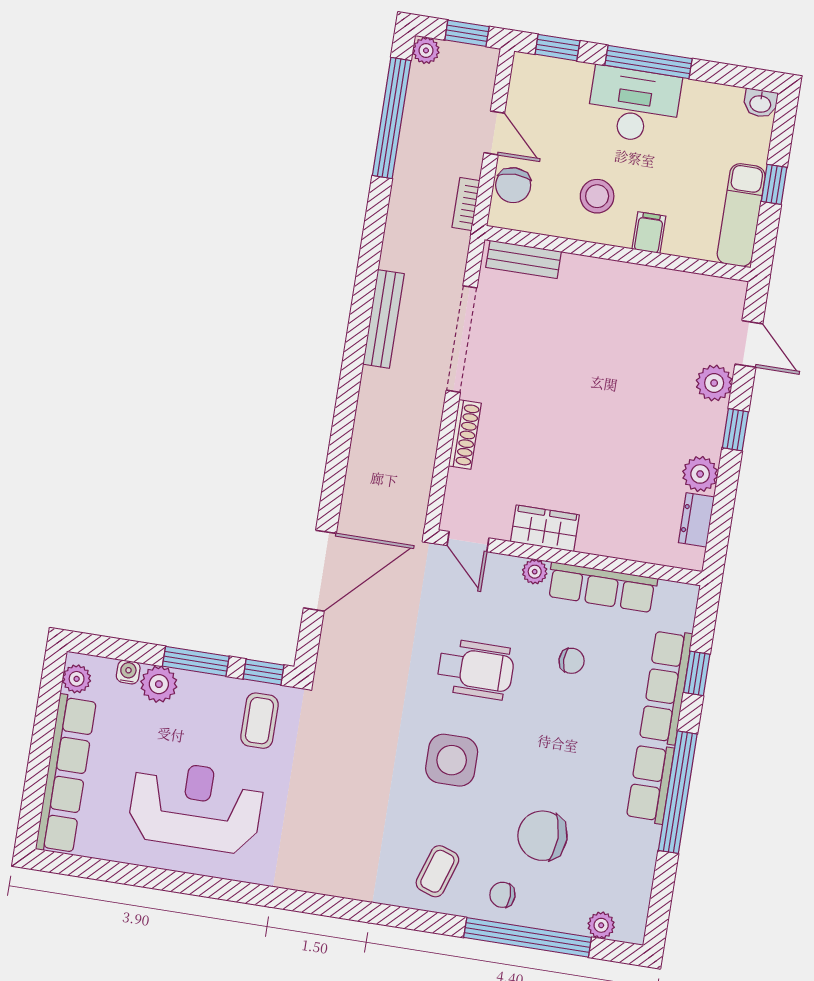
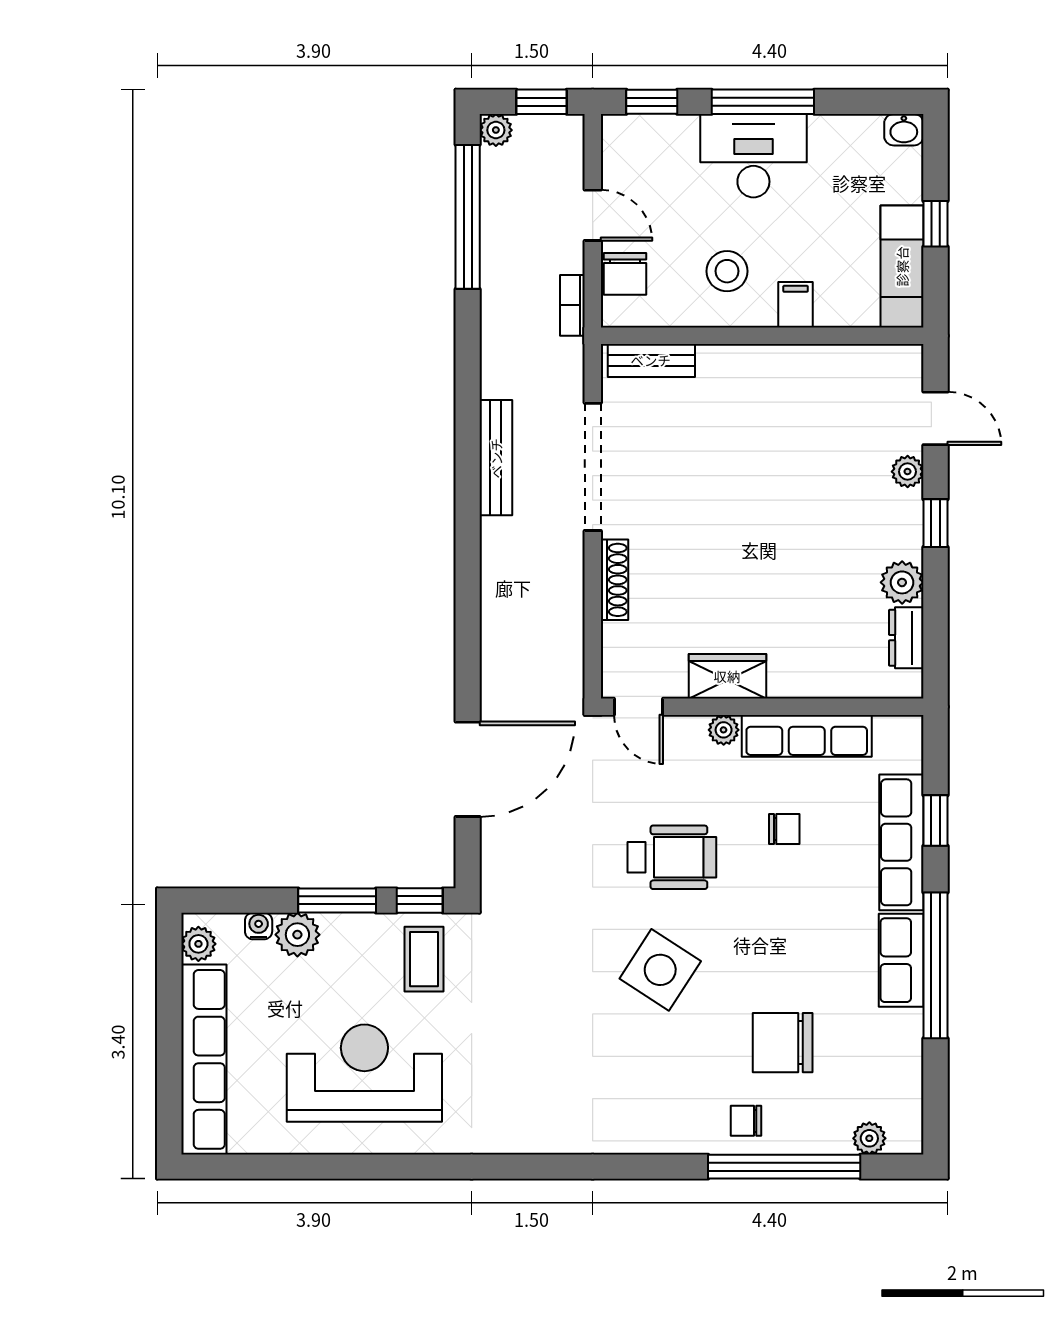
plant: (714, 383) -> (908, 472), width x0.73, depth x0.73
side table: (452, 760) -> (660, 970), turned 33
coffee table: (437, 871) -> (664, 1105), removed

